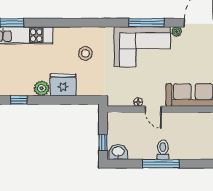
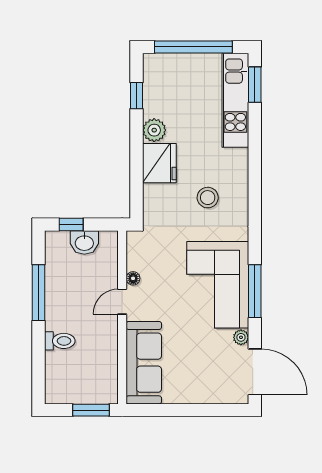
toilet: (163, 150) -> (60, 341), moved
washbasin: (118, 152) -> (84, 242), moved, turned 90
window: (161, 164) -> (39, 293), moved

